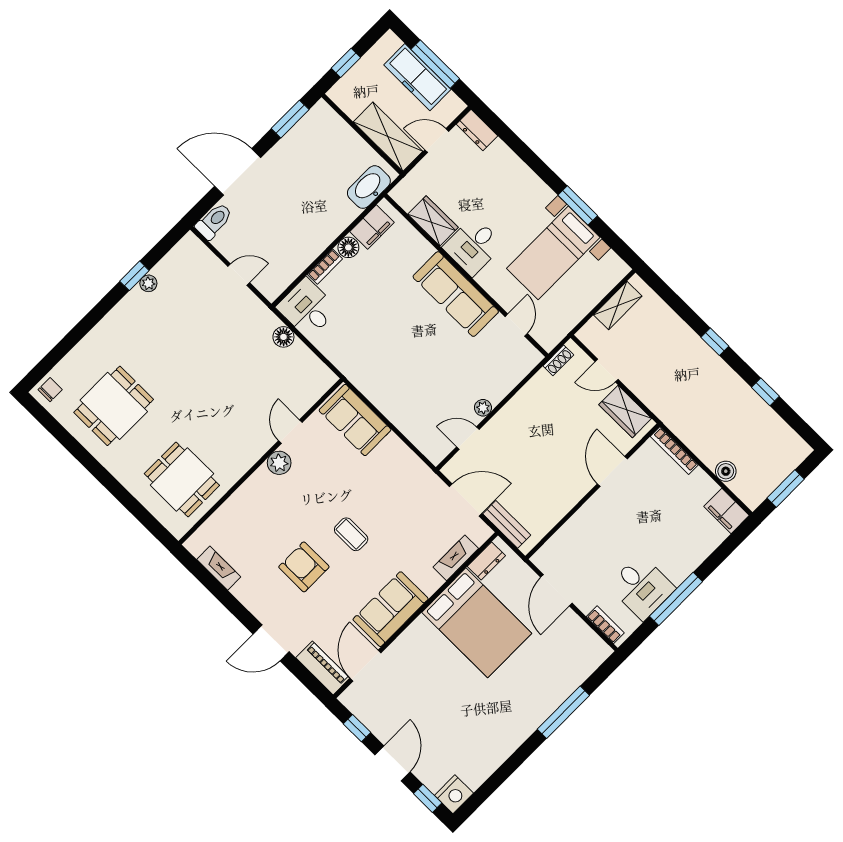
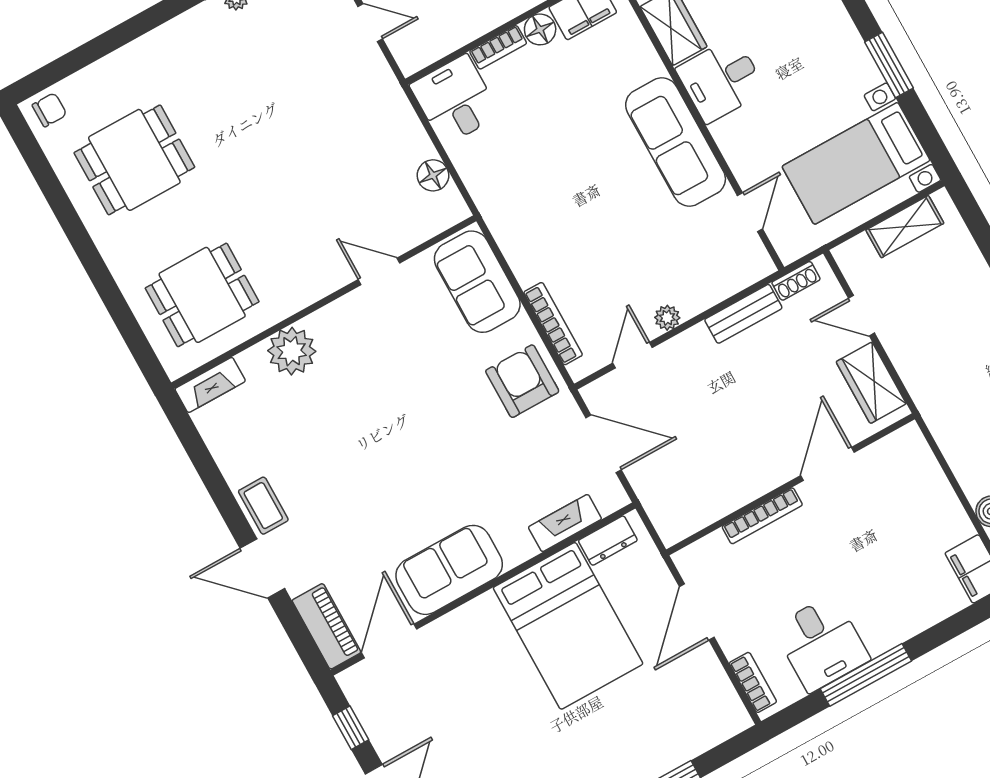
bed with nightstands: (553, 253) -> (856, 163), moved
floor lamp: (283, 337) -> (433, 175), moved
door: (290, 432) -> (379, 271), hinge flipped
bookcase: (411, 433) -> (553, 324), added
door: (468, 438) -> (633, 355), hinge flipped
bookcase: (674, 451) -> (762, 516), moved, turned -90
plant: (279, 463) -> (292, 351), moved, width x1.36, depth x1.36
dining table: (182, 479) -> (202, 295), turned 90
bench: (507, 524) -> (743, 314), moved, turned 90
coffee table: (351, 534) -> (263, 506), moved
armchair: (304, 567) -> (522, 381), moved
fireplace: (219, 568) -> (210, 385), moved, turned 90

